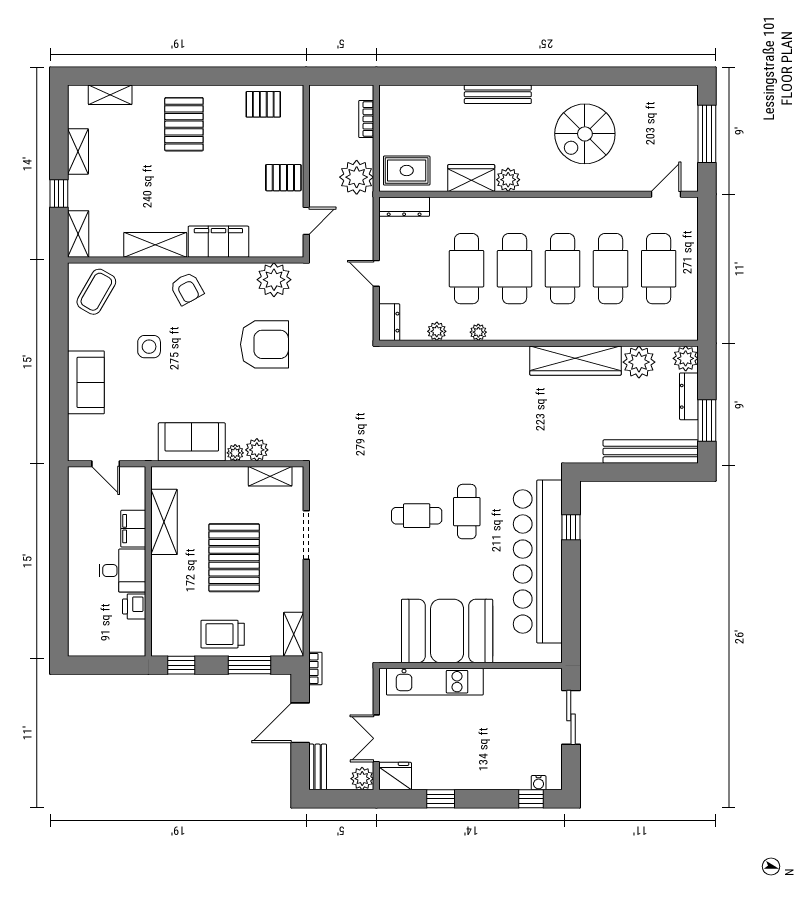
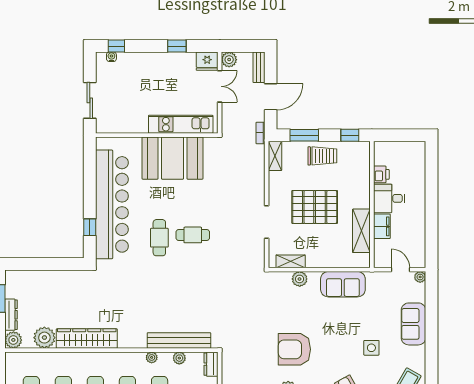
bench: (651, 452) -> (179, 340), moved
plant: (235, 453) -> (420, 277), moved
pallet: (234, 558) -> (315, 207), turned 90

